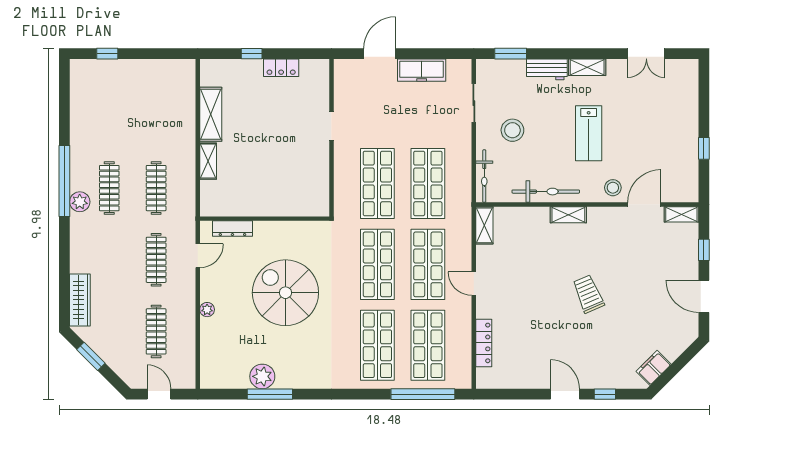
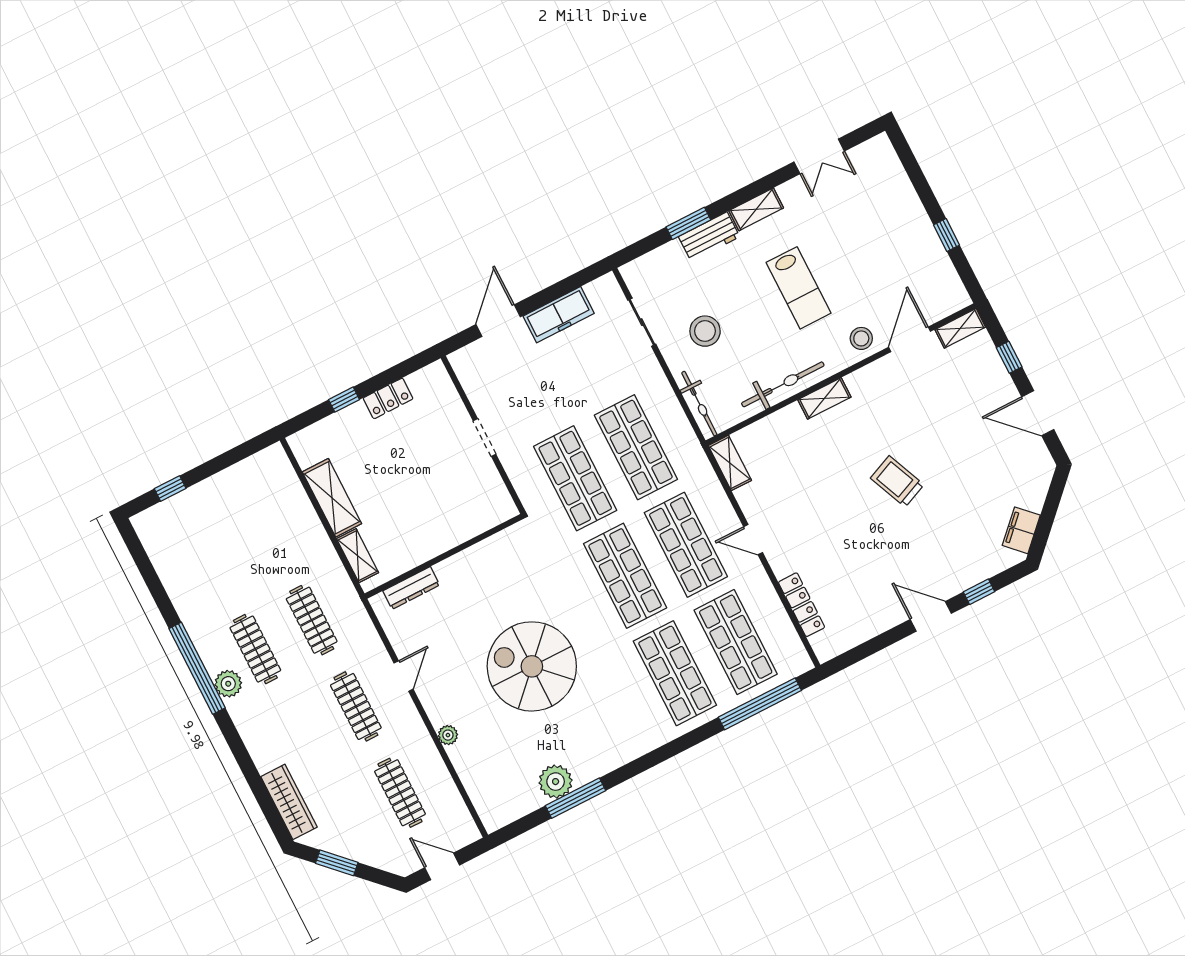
window: (511, 54) -> (688, 223), moved
wall: (265, 219) -> (444, 556), moved
dresser: (232, 229) -> (411, 588), moved

